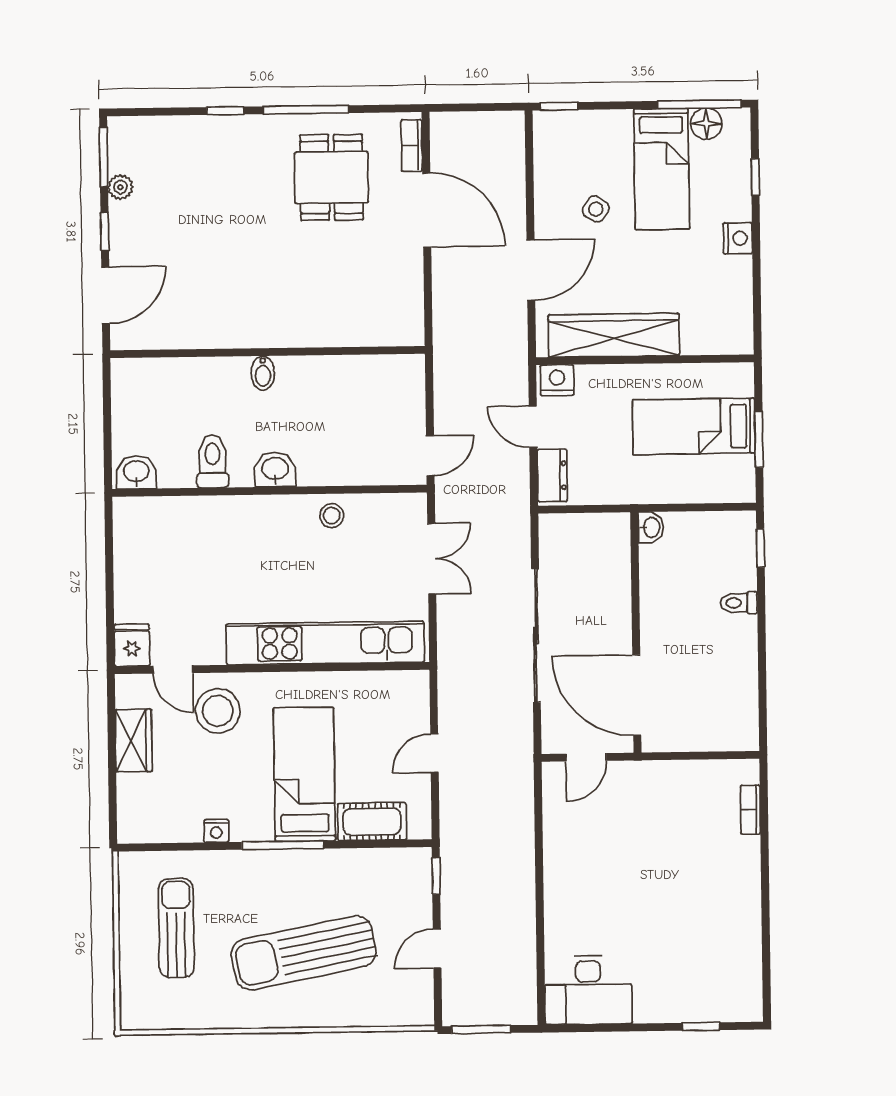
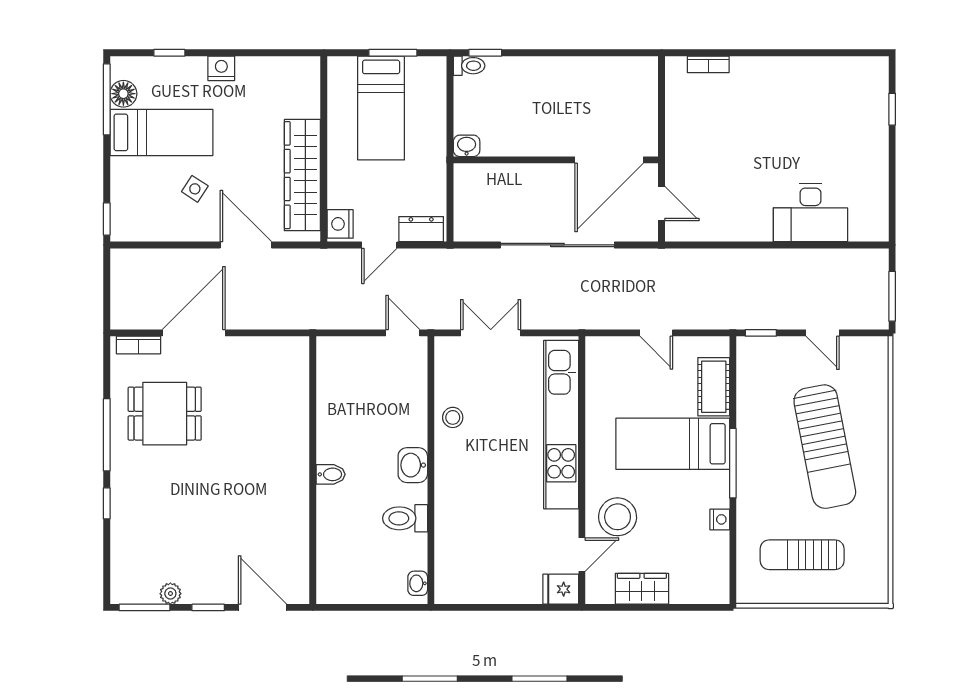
washbasin: (136, 472) -> (418, 583), width x0.72, depth x0.69
toilet: (739, 603) -> (469, 66), moved, turned -90
desk: (588, 990) -> (810, 213), moved, turned 90

